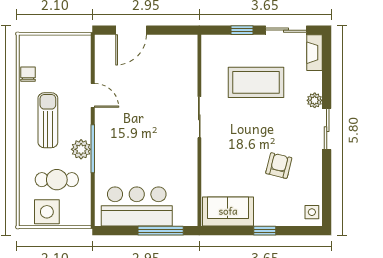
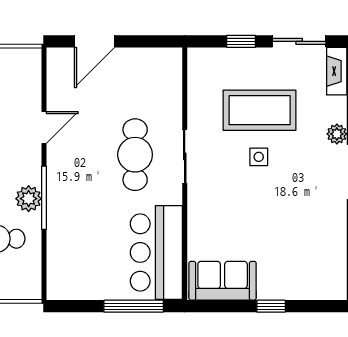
door: (93, 95) -> (44, 127), hinge flipped
cafe table: (162, 116) -> (135, 155), added
armchair: (279, 166) -> (290, 220), removed
bar counter: (137, 206) -> (156, 252), moved, turned -90
side table: (312, 212) -> (259, 157), moved

